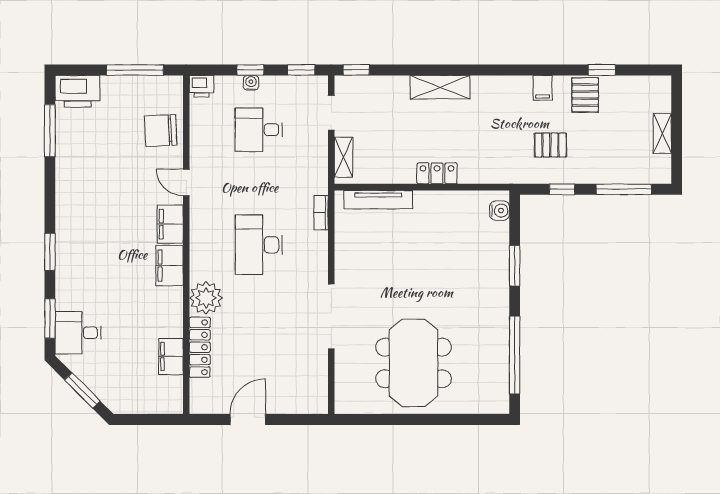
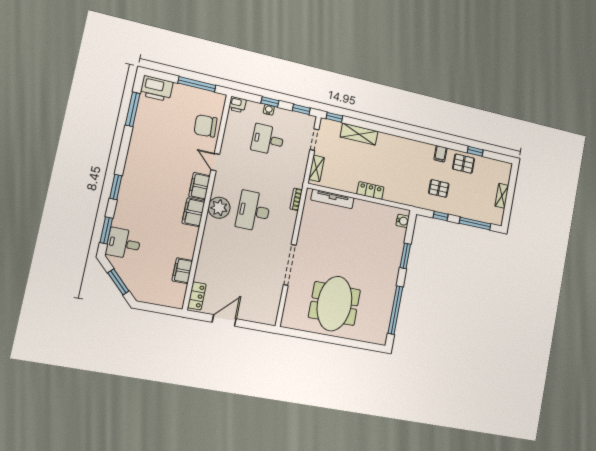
shelving: (440, 87) -> (359, 134), moved
pallet: (585, 95) -> (463, 164), turned 90
plant: (206, 298) -> (219, 208), moved
locker: (200, 347) -> (197, 296), moved, width x0.66

